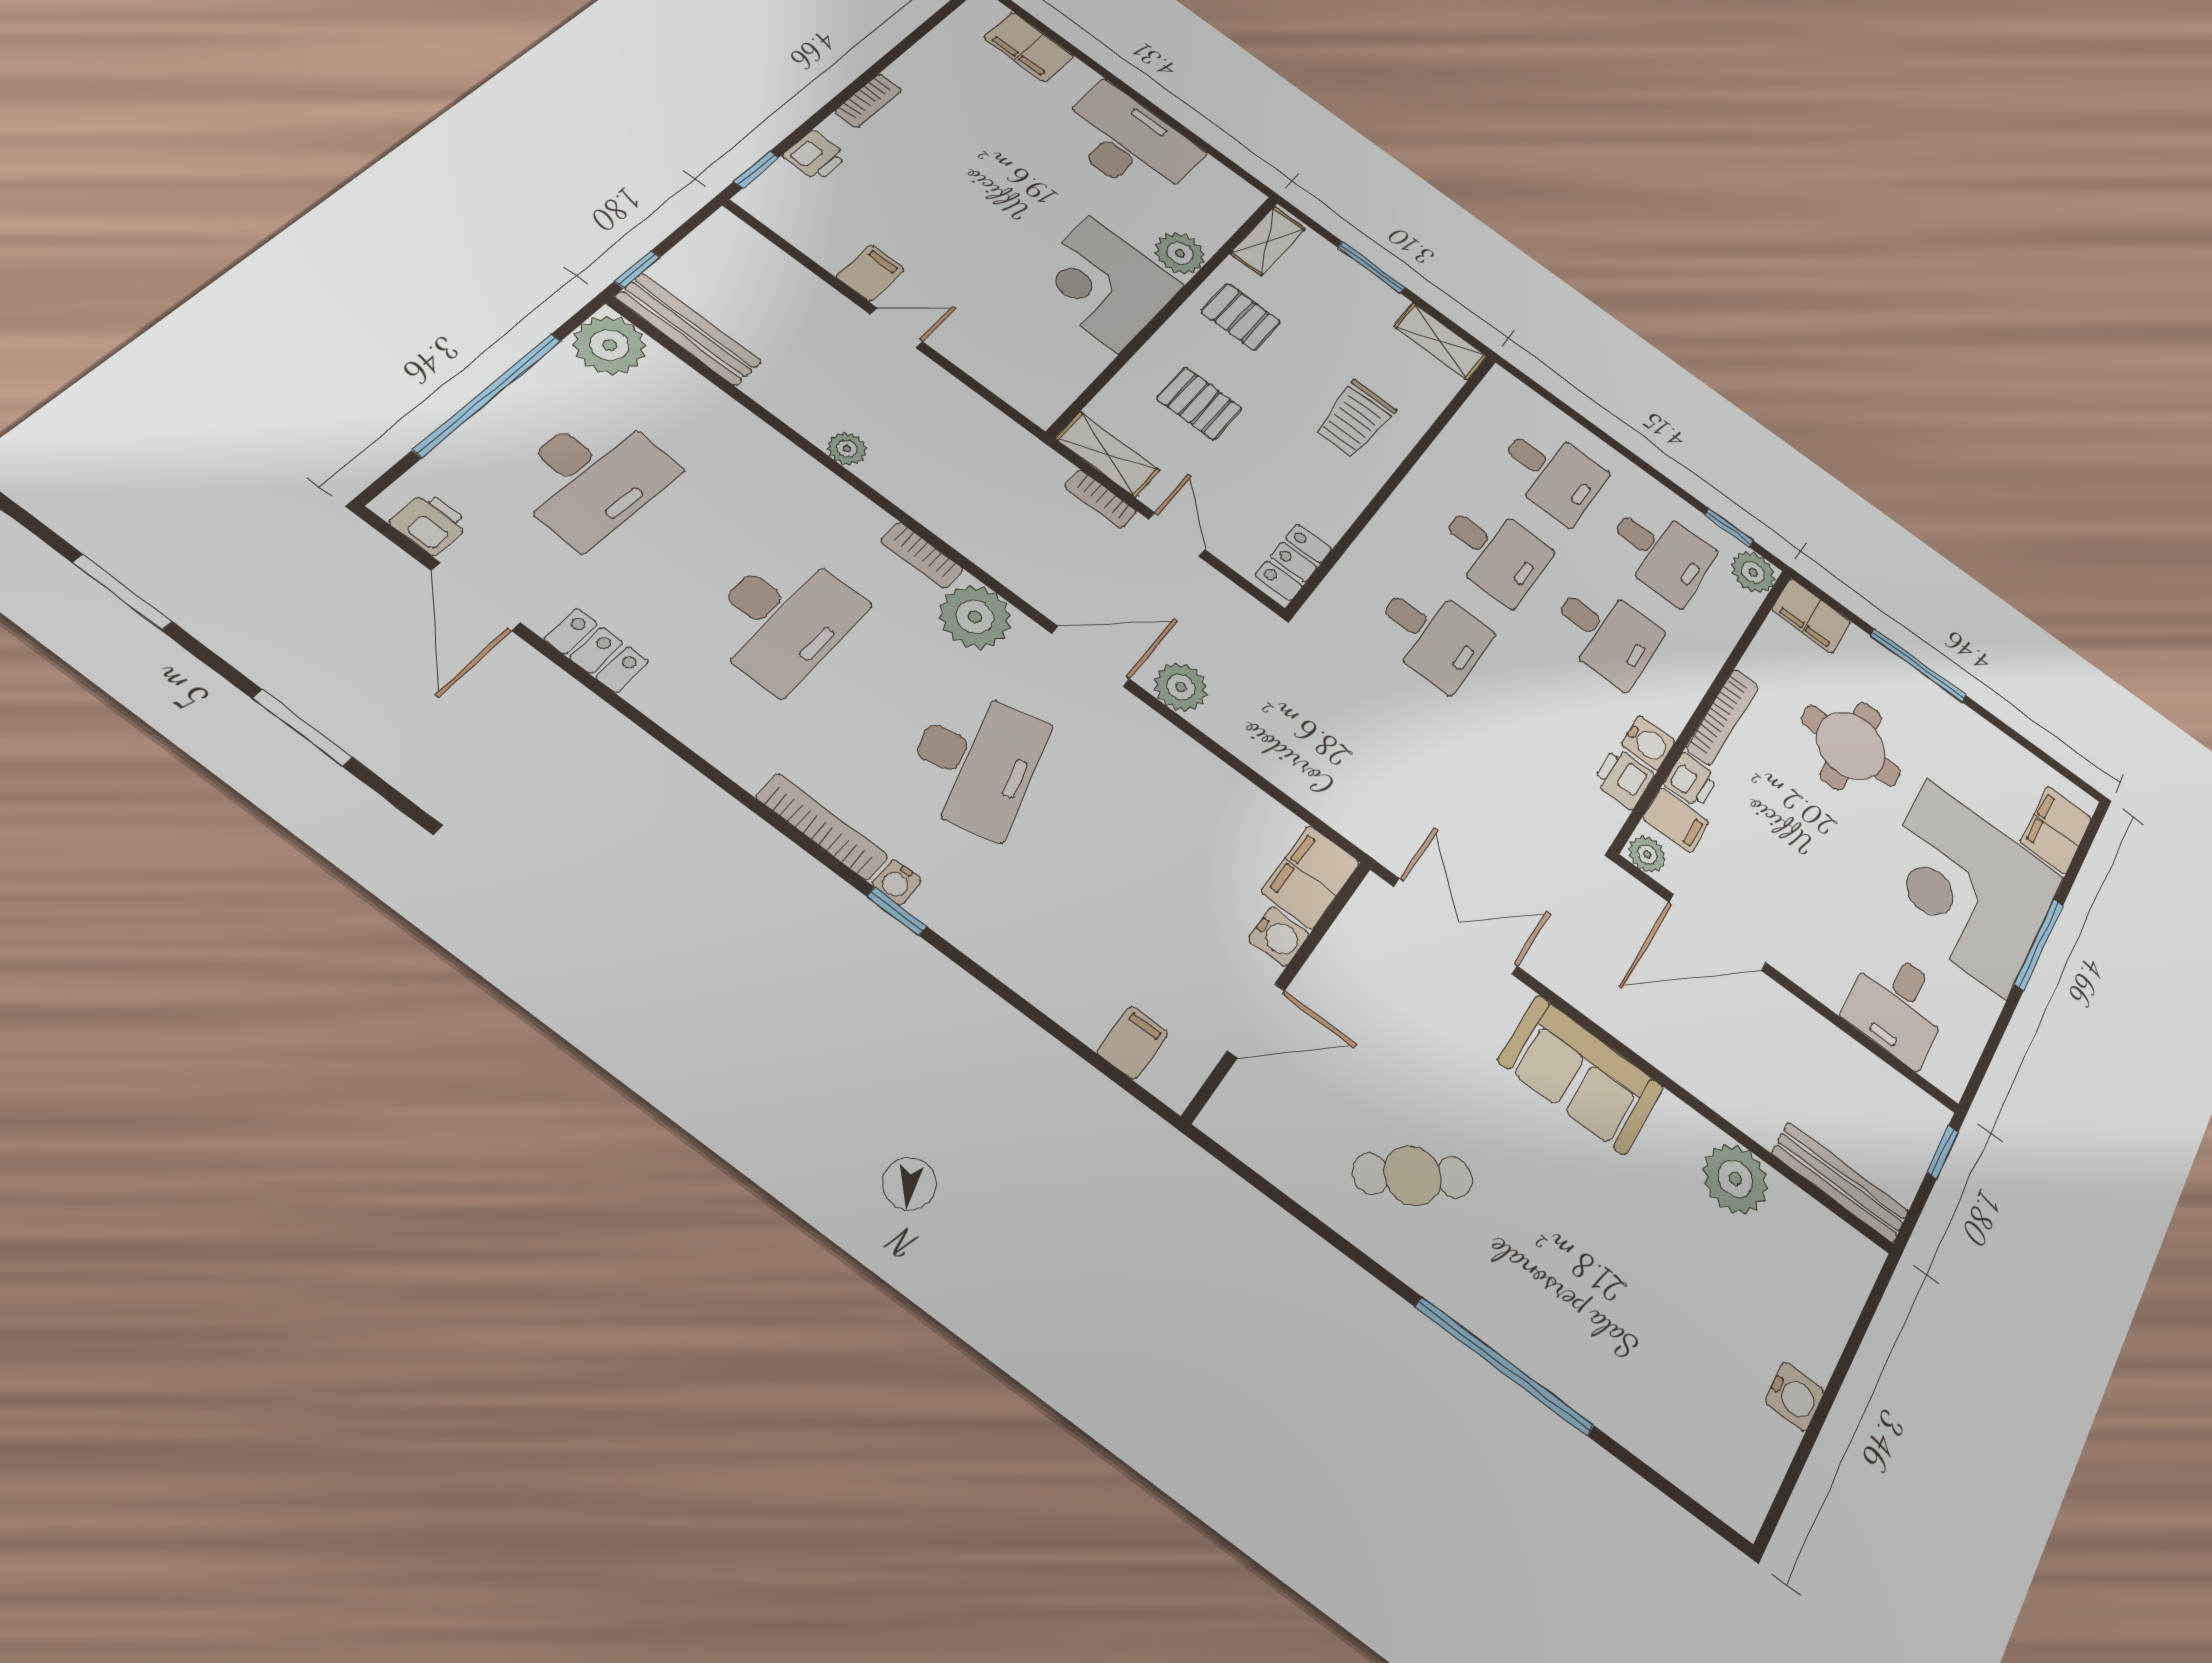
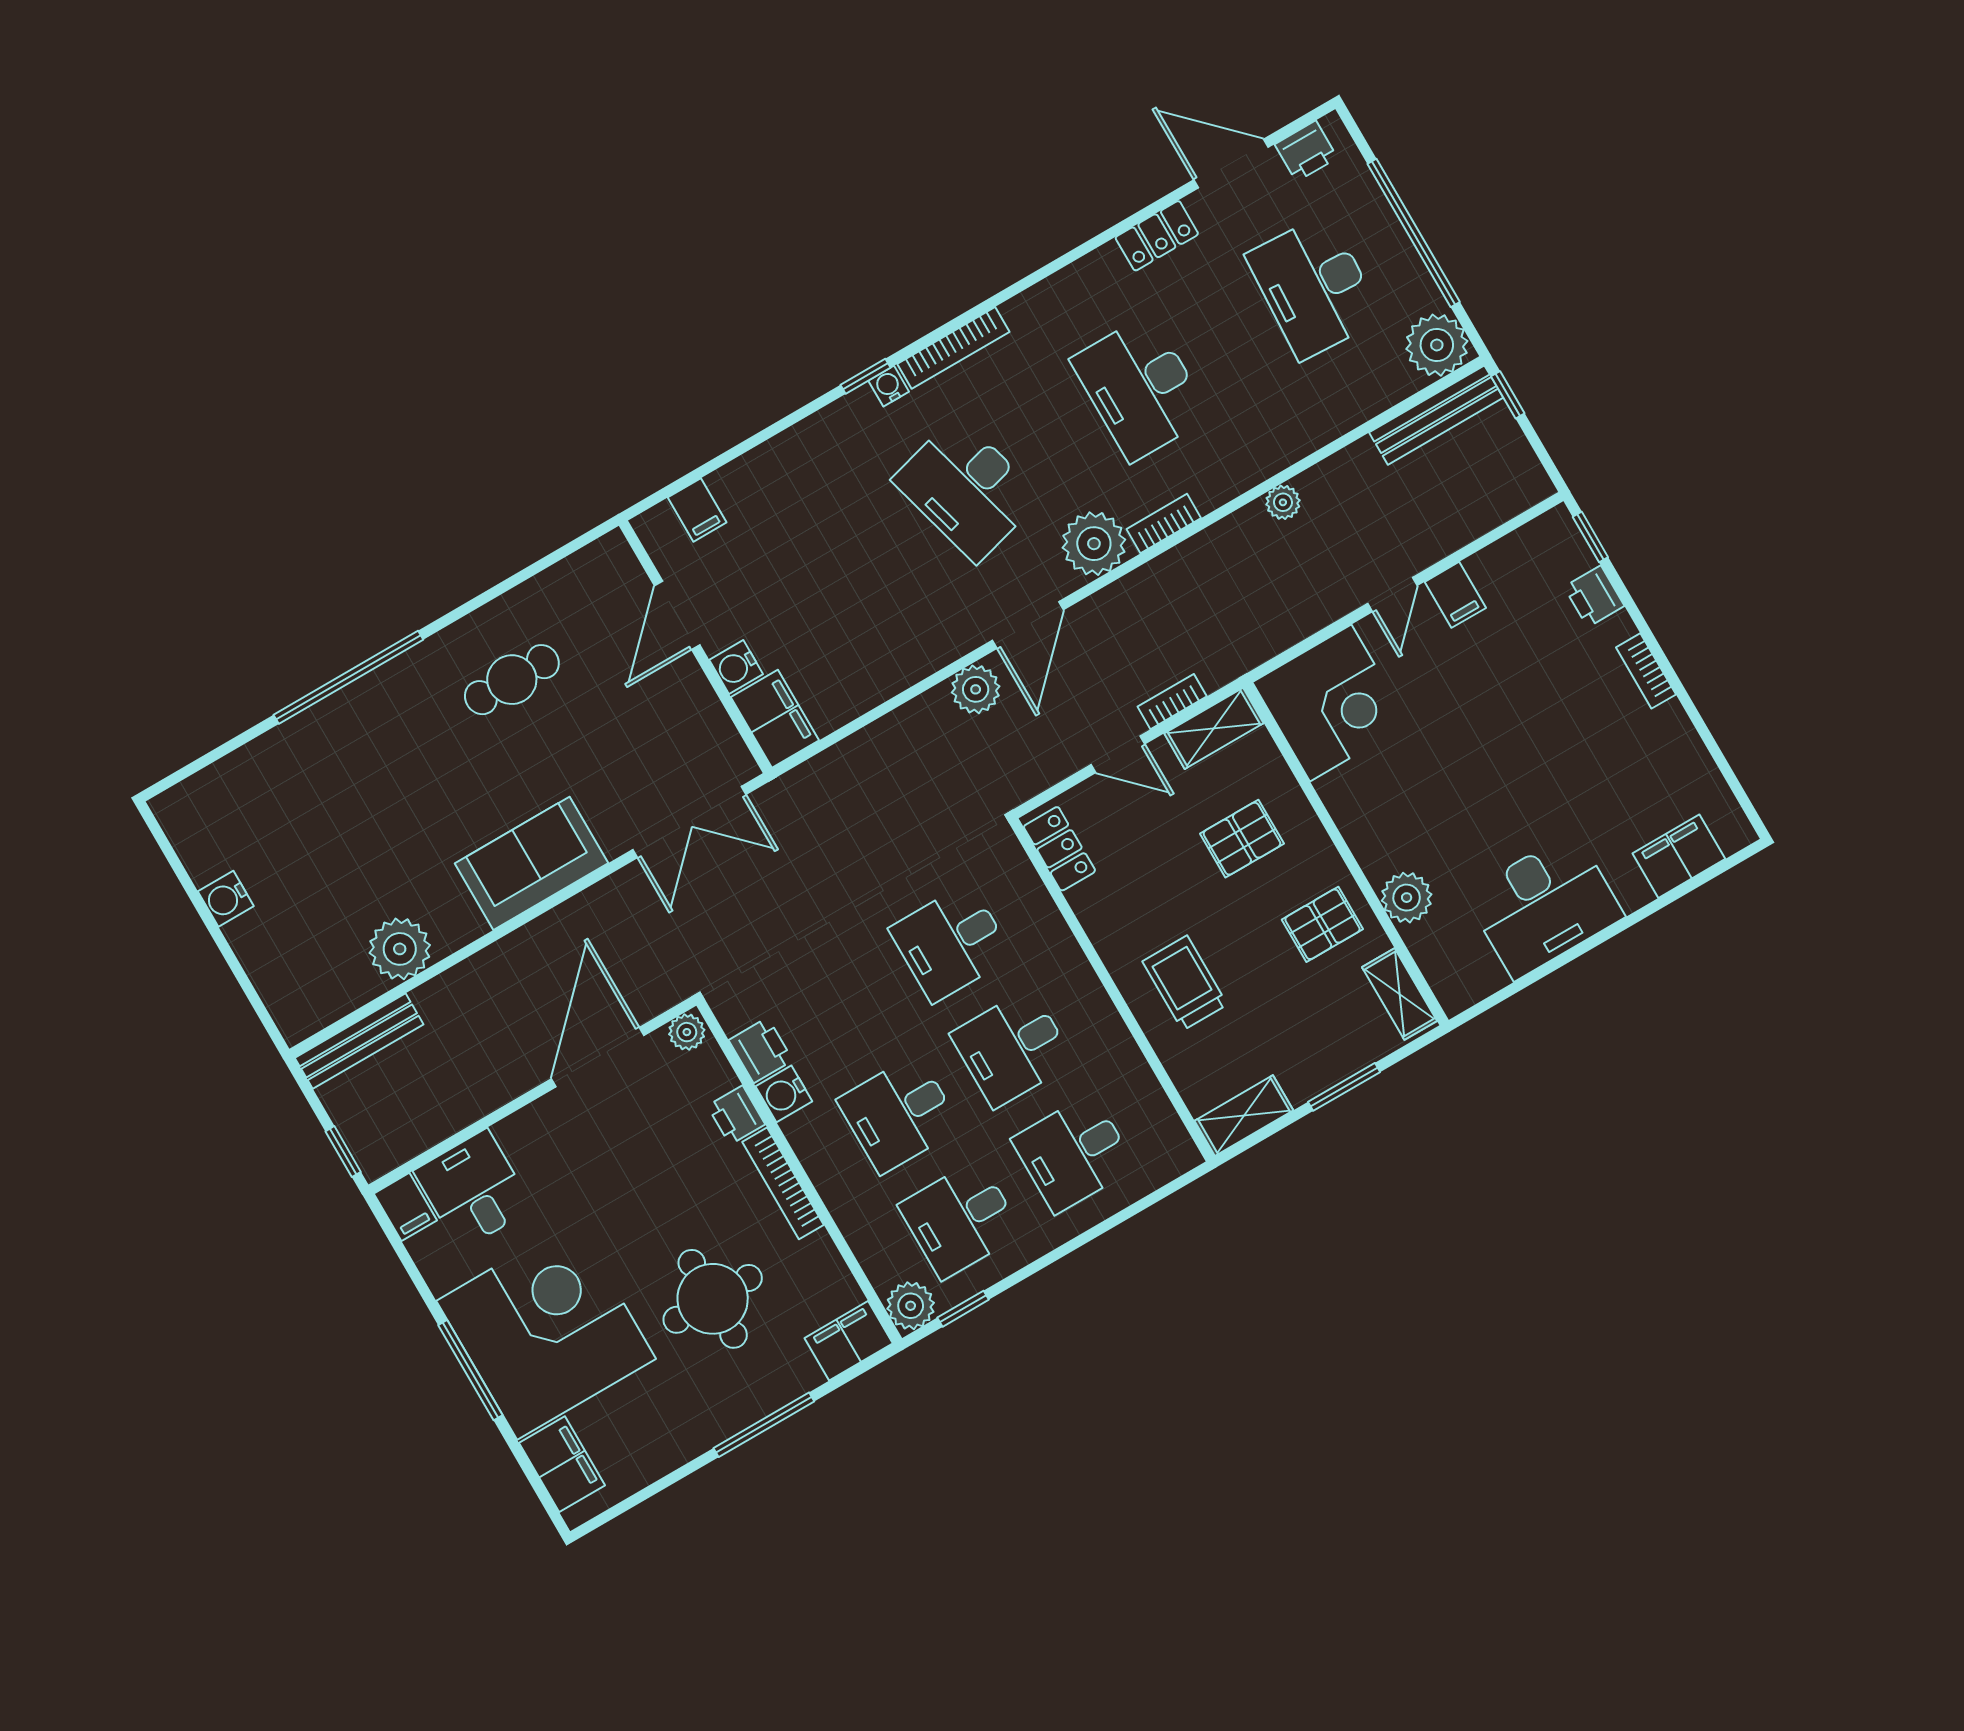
corner desk: (1104, 284) -> (1331, 703), moved, turned 90
filing cabinet: (1676, 820) -> (405, 1207), moved, turned -90
cafe table: (1413, 1176) -> (512, 680), turned 35

